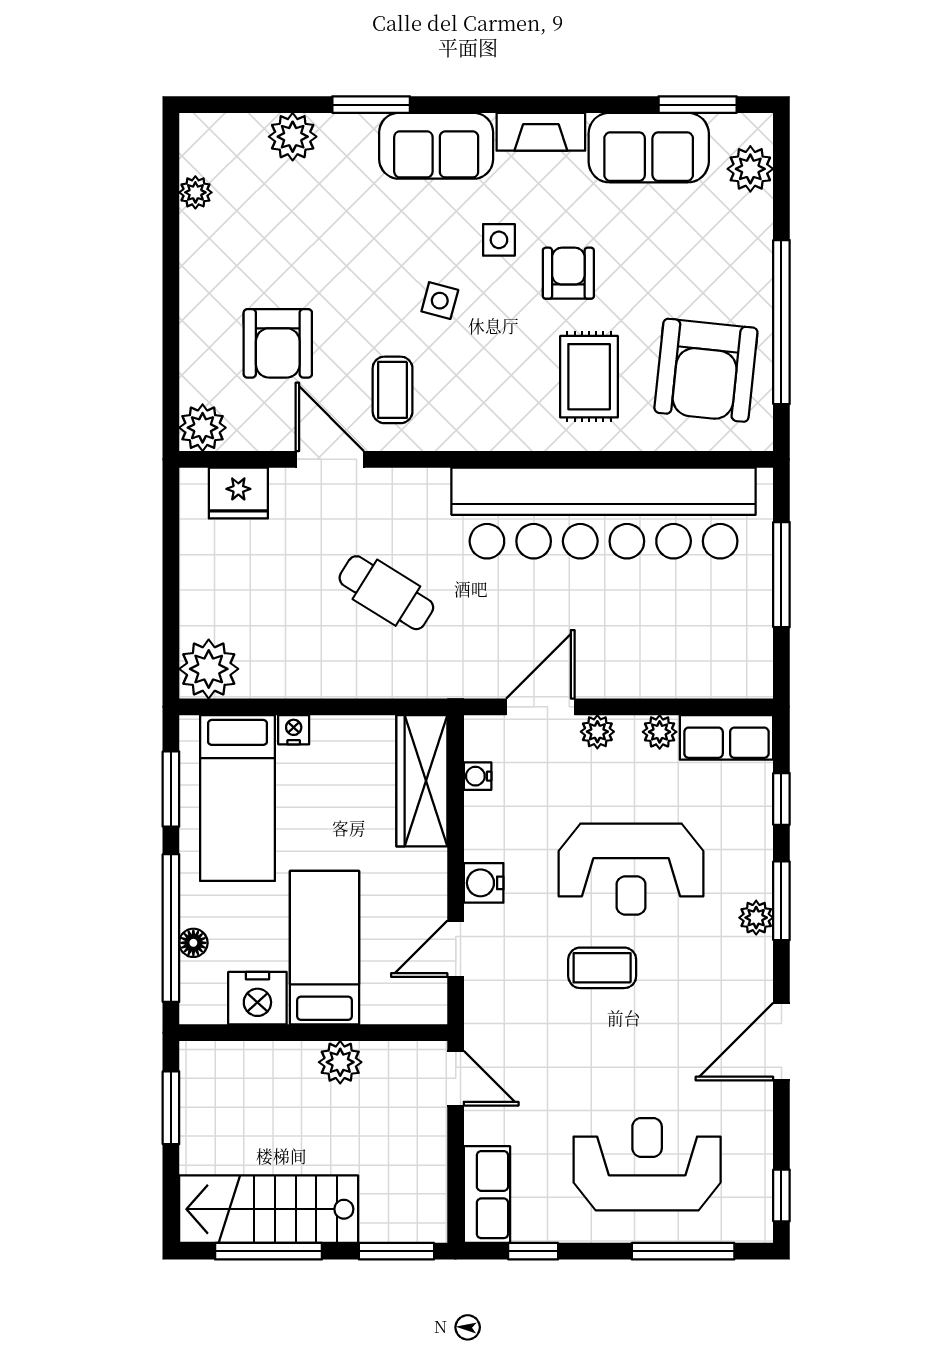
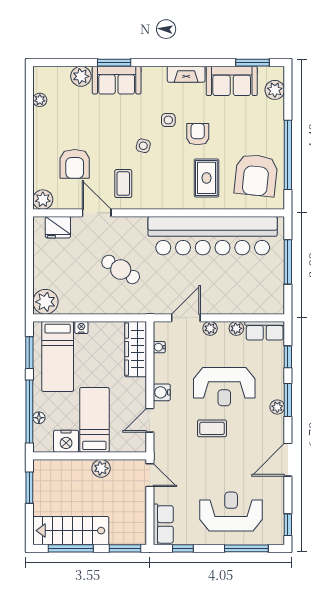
sofa: (436, 146) -> (117, 80), moved

